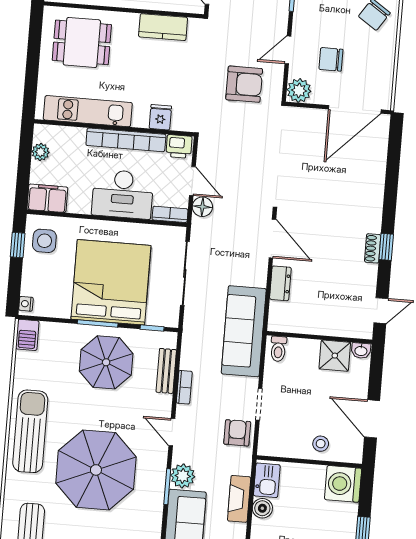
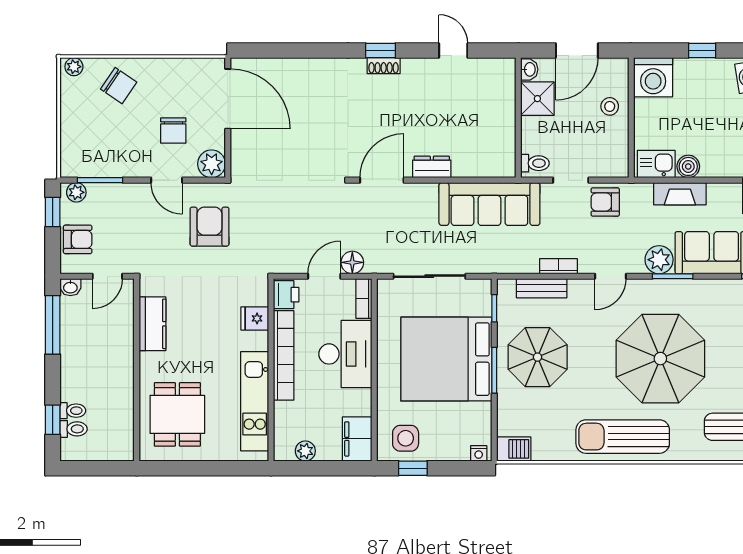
wall: (319, 337) -> (518, 118), moved
toilet: (278, 349) -> (535, 163), moved
washbasin: (361, 351) -> (529, 69), moved
shower: (335, 356) -> (537, 99), moved

